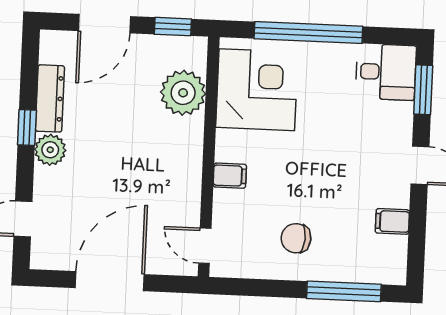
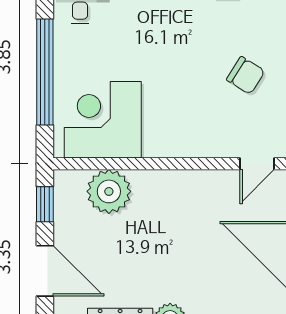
filing cabinet: (230, 176) -> (188, 143), removed
chair: (296, 238) -> (246, 75), turned -62

